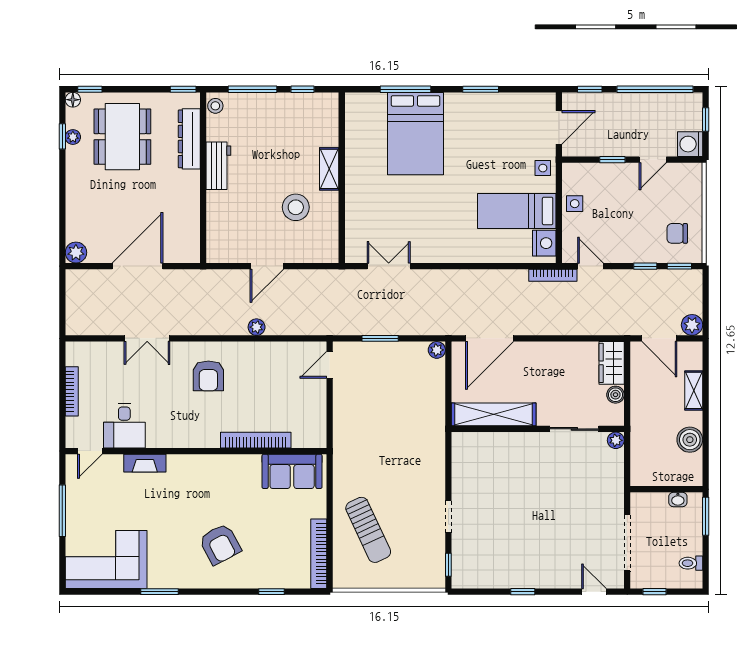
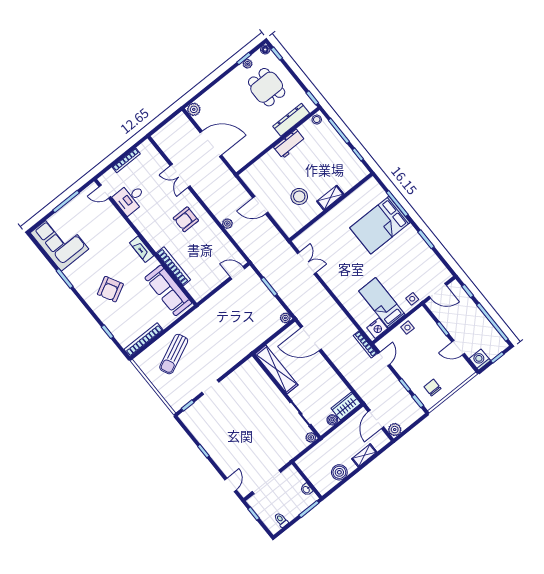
dining table: (122, 137) -> (267, 87), width x0.73
fireplace: (145, 463) -> (142, 249), moved
sofa: (292, 471) -> (168, 290), width x1.36

